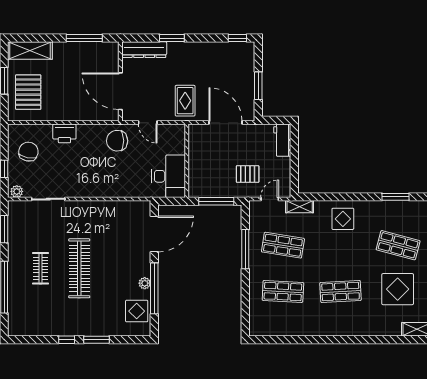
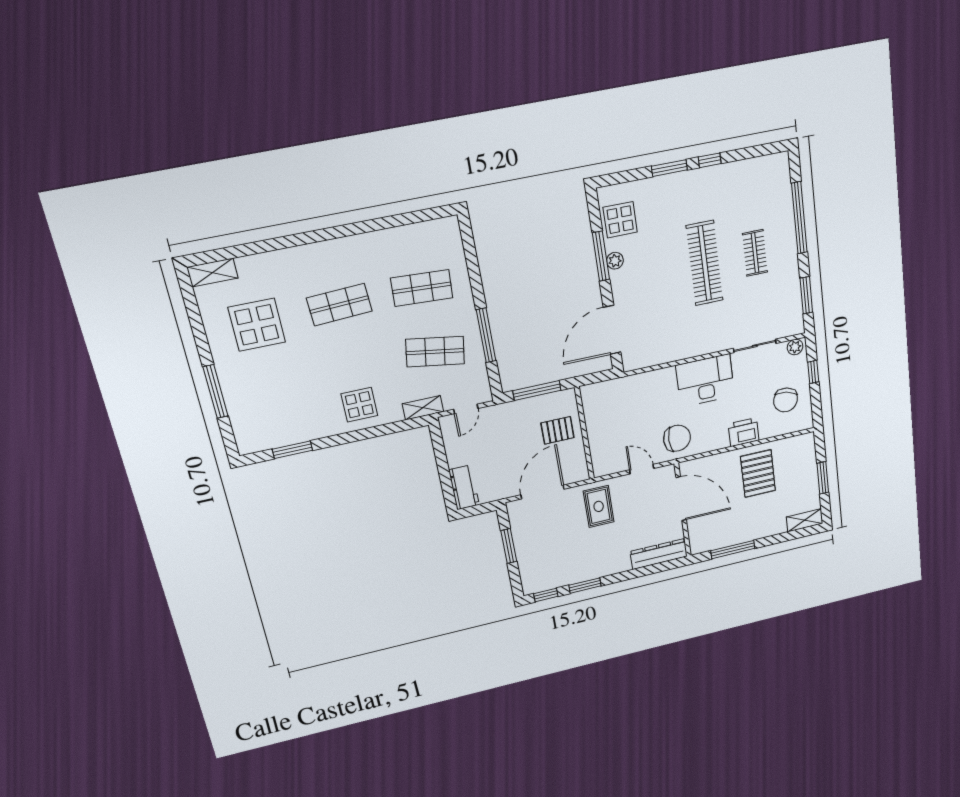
window: (172, 38) -> (585, 586), moved
shelving: (30, 51) -> (805, 520), width x0.67, depth x0.75
pallet: (28, 92) -> (758, 474), moved
door: (226, 123) -> (542, 492), swing flipped
pallet: (248, 174) -> (557, 430), moved
desk: (169, 176) -> (705, 380), moved, turned 90
shop shelf: (398, 245) -> (272, 386), removed
window: (154, 288) -> (601, 256), width x0.68

